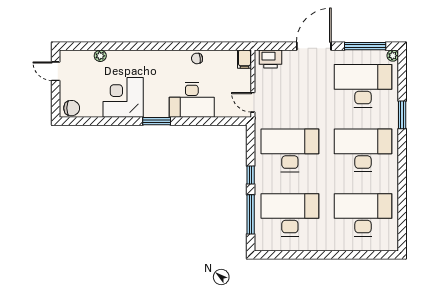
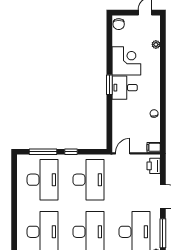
desk: (192, 100) -> (125, 88), moved, width x0.73

